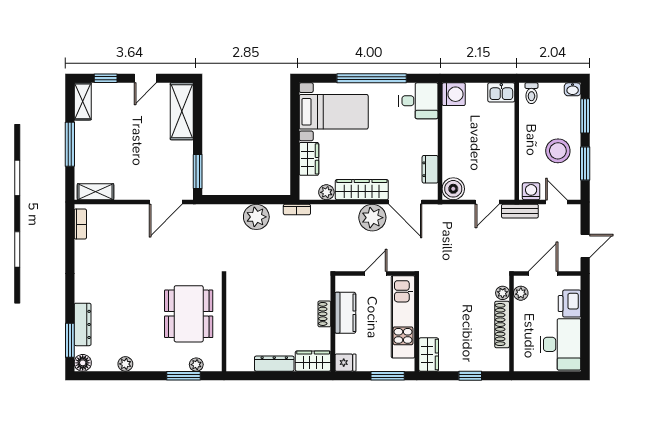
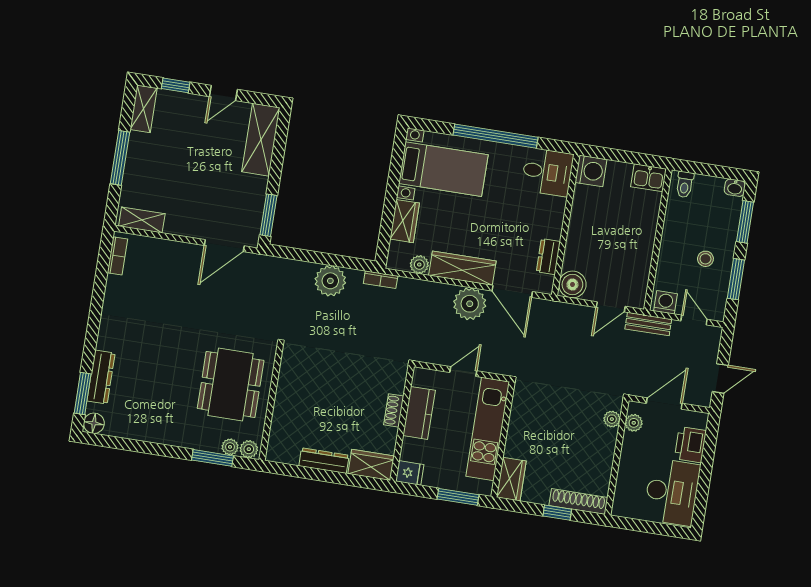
stool: (558, 151) -> (705, 259), width x0.53, depth x0.53
shoe rack: (502, 325) -> (578, 501), moved, turned 90
plant: (125, 364) -> (249, 449), moved

